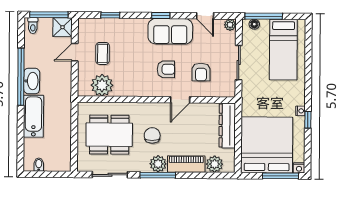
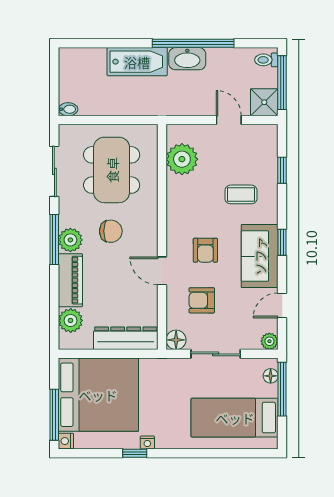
coffee table: (103, 53) -> (241, 194), moved
floor lamp: (229, 90) -> (176, 340), added
bidet: (39, 165) -> (68, 109), moved

